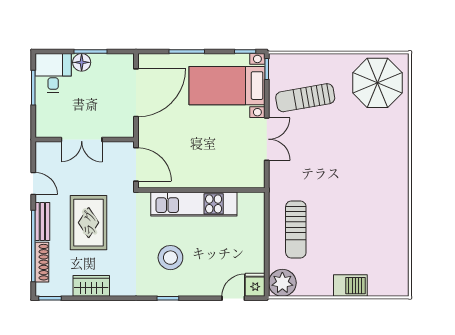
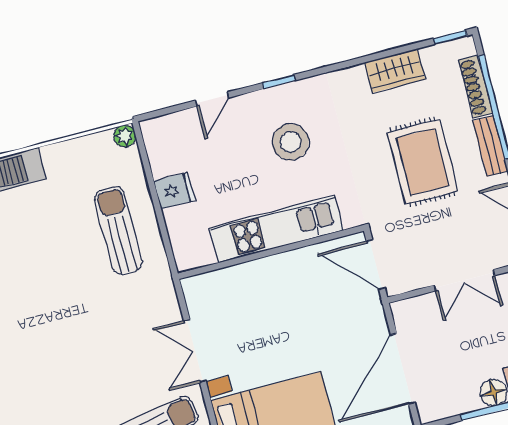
double door: (82, 139) -> (464, 280), swing flipped
plant: (282, 283) -> (125, 136), width x0.53, depth x0.53
fridge: (255, 285) -> (174, 191), moved, turned -90
door: (233, 298) -> (212, 99), moved

